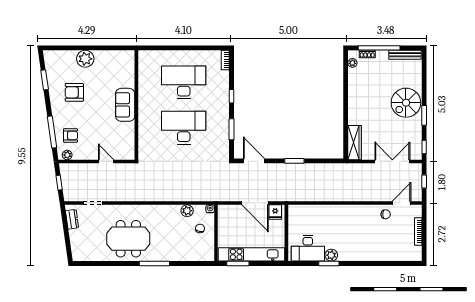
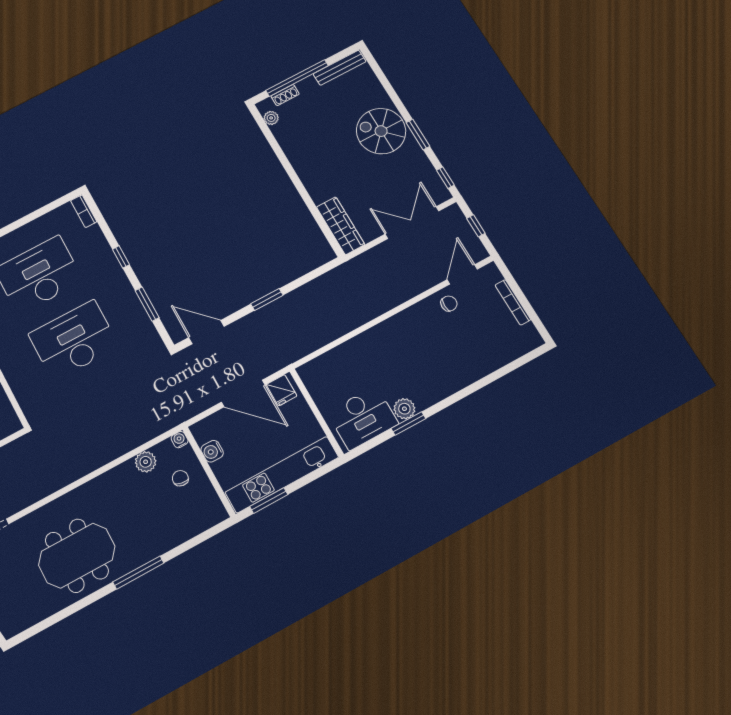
spiral stairs: (406, 103) -> (381, 131), turned 90
water cooler: (223, 224) -> (212, 451), added

